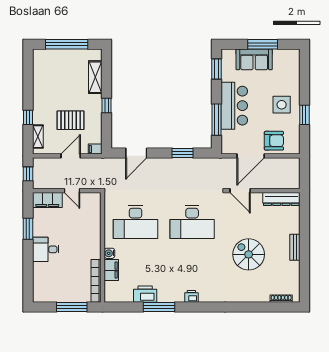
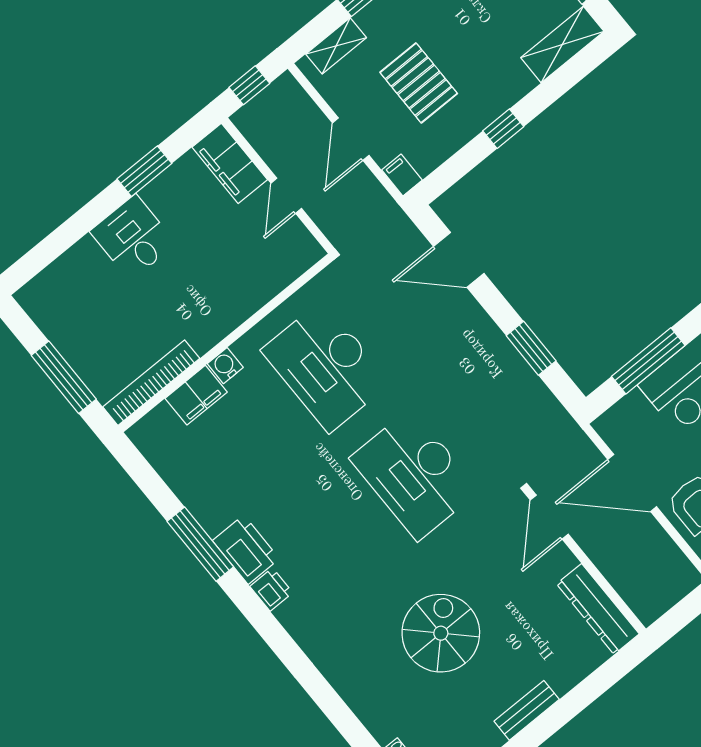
shelving: (95, 77) -> (562, 45), moved
door: (71, 156) -> (351, 139), swing flipped
printer: (145, 294) -> (246, 550), moved

